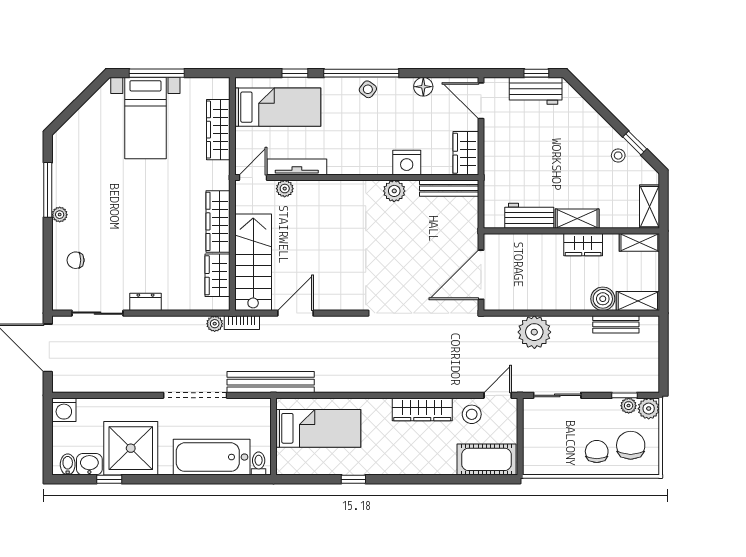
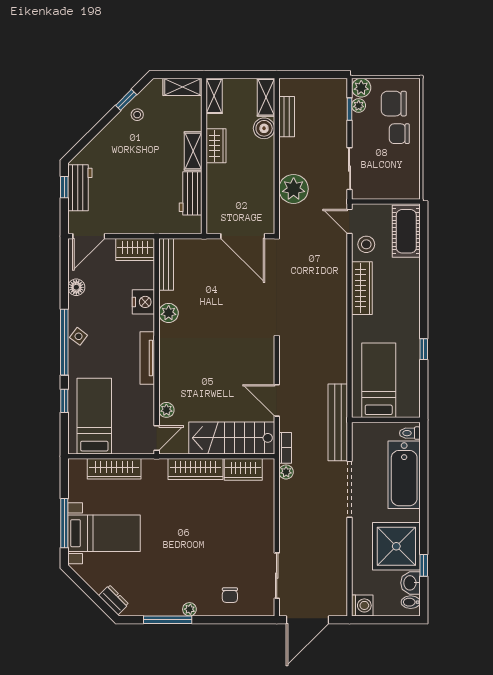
tv unit: (297, 167) -> (147, 358), moved
door: (253, 178) -> (157, 438), swing flipped
dresser: (145, 302) -> (114, 600), moved, turned 135

